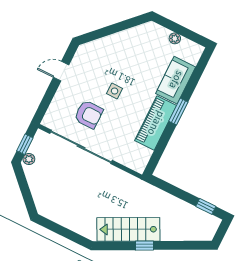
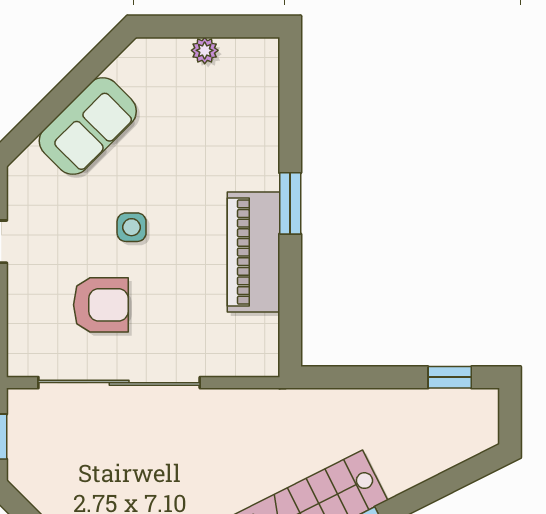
sofa: (176, 80) -> (88, 126), moved, turned -135
plant: (29, 159) -> (20, 464), removed

